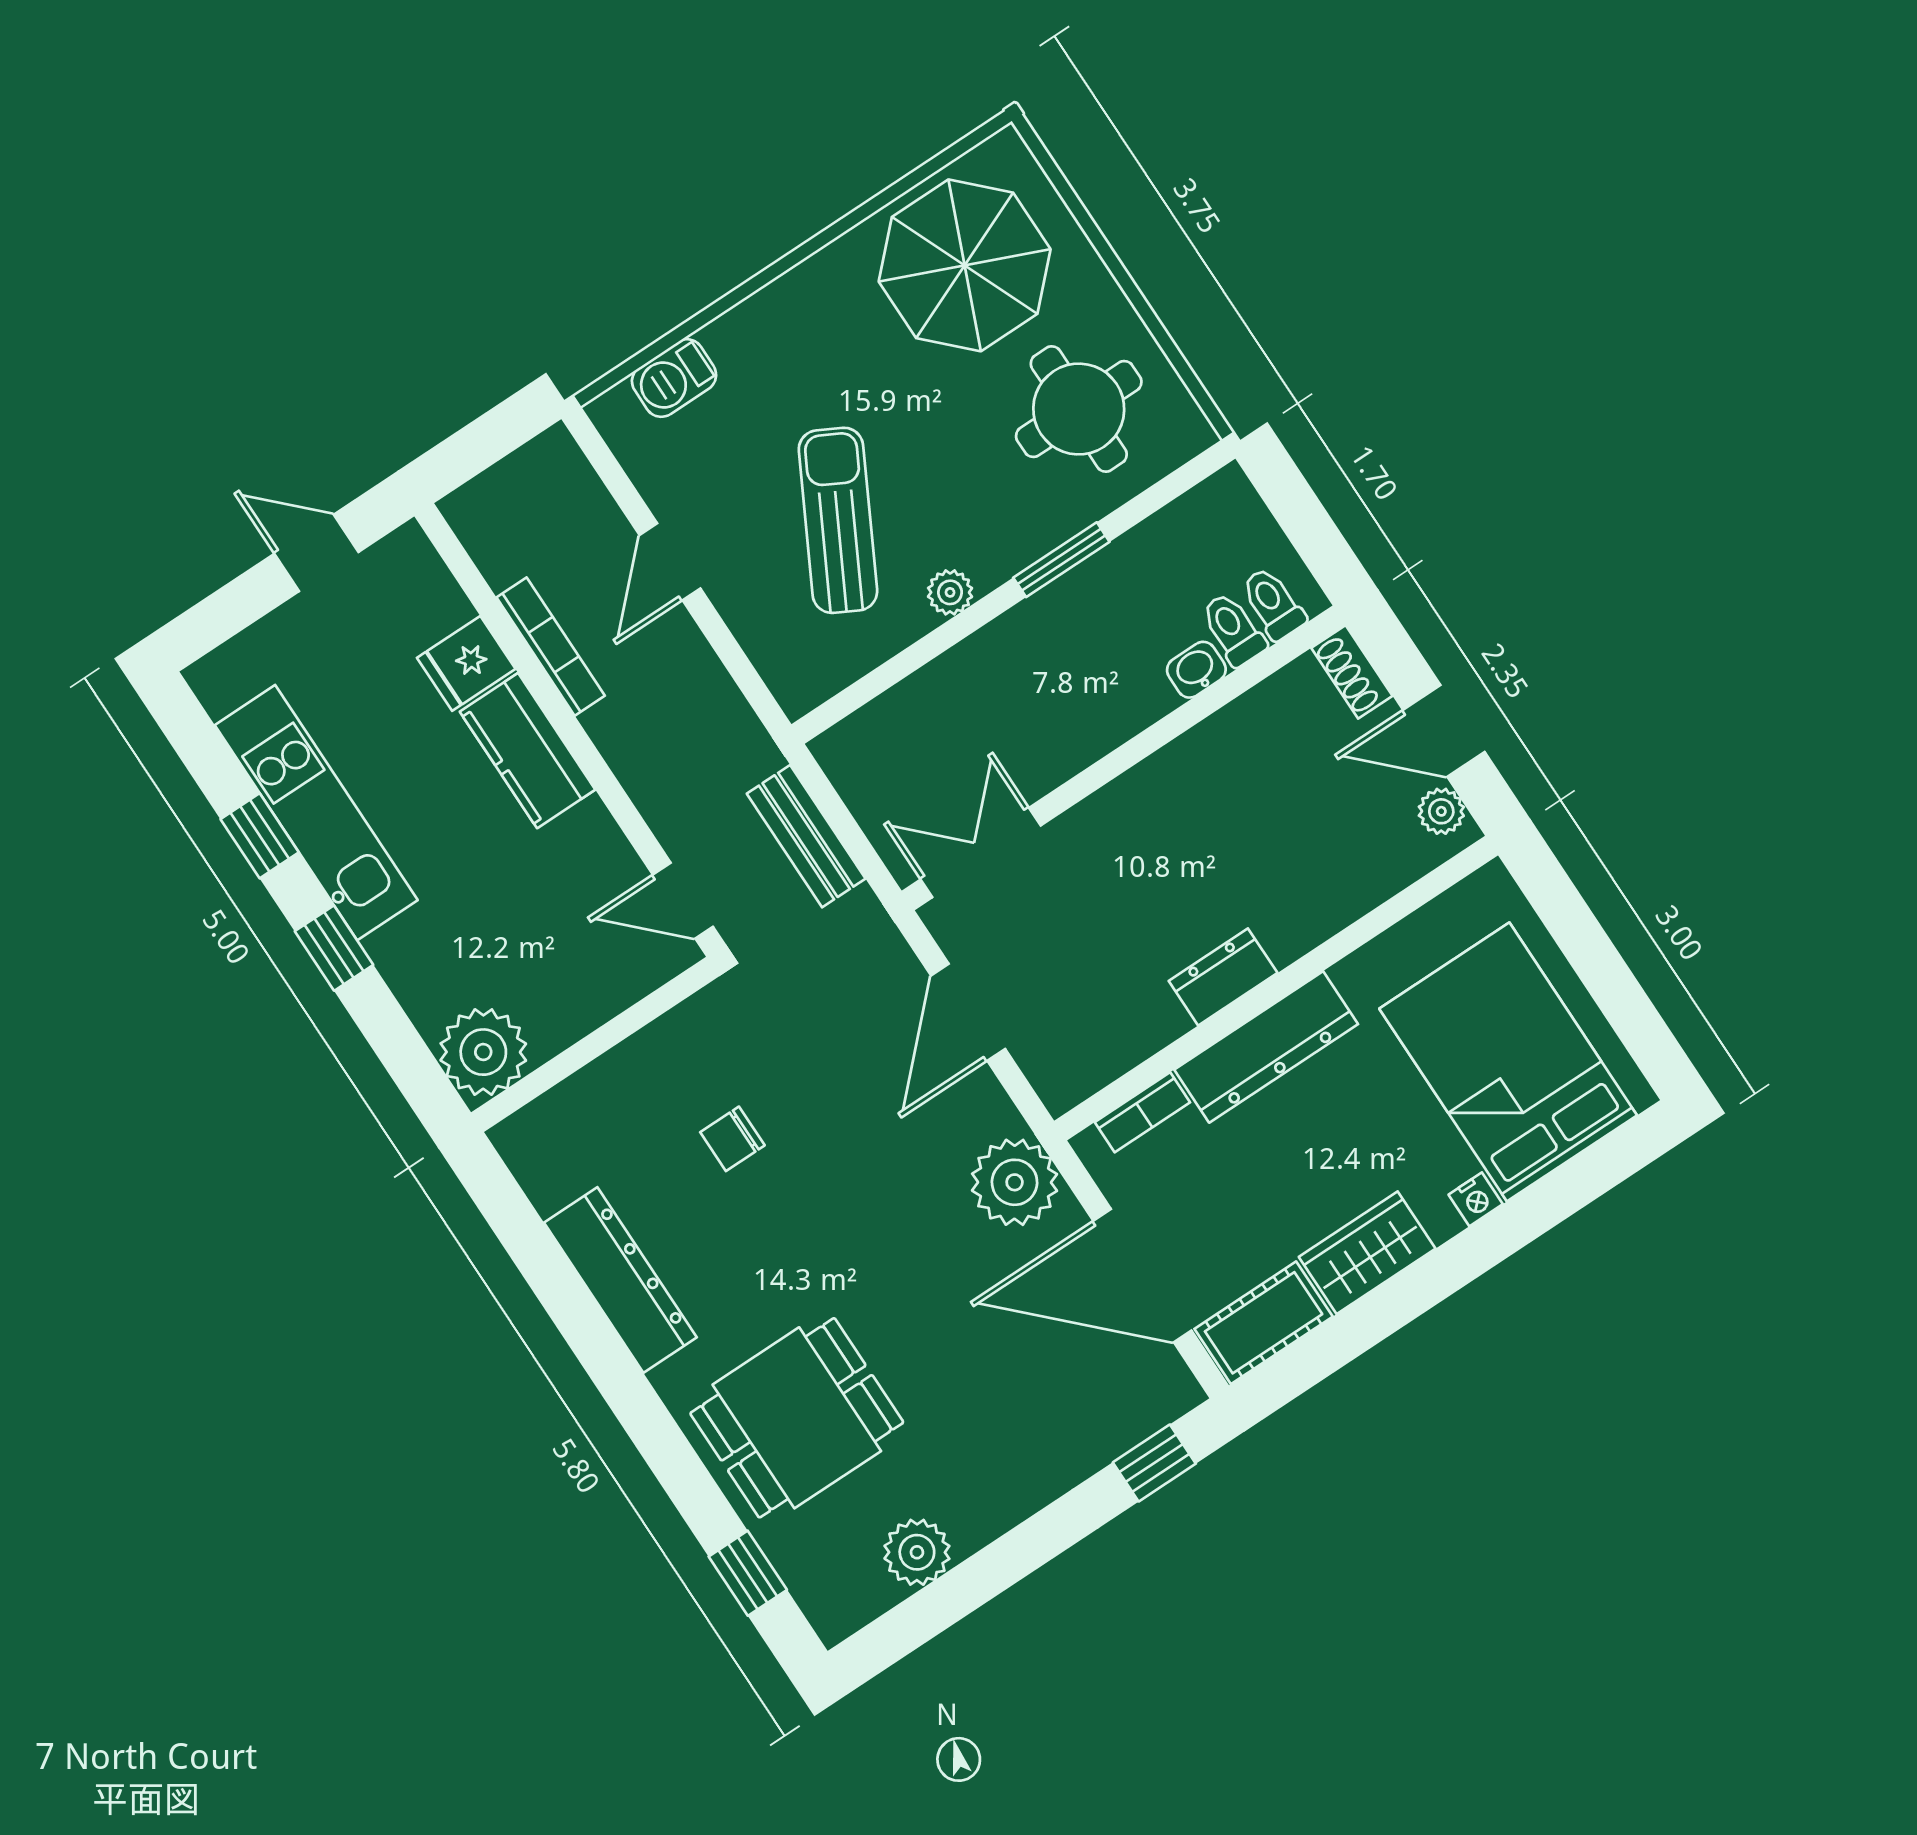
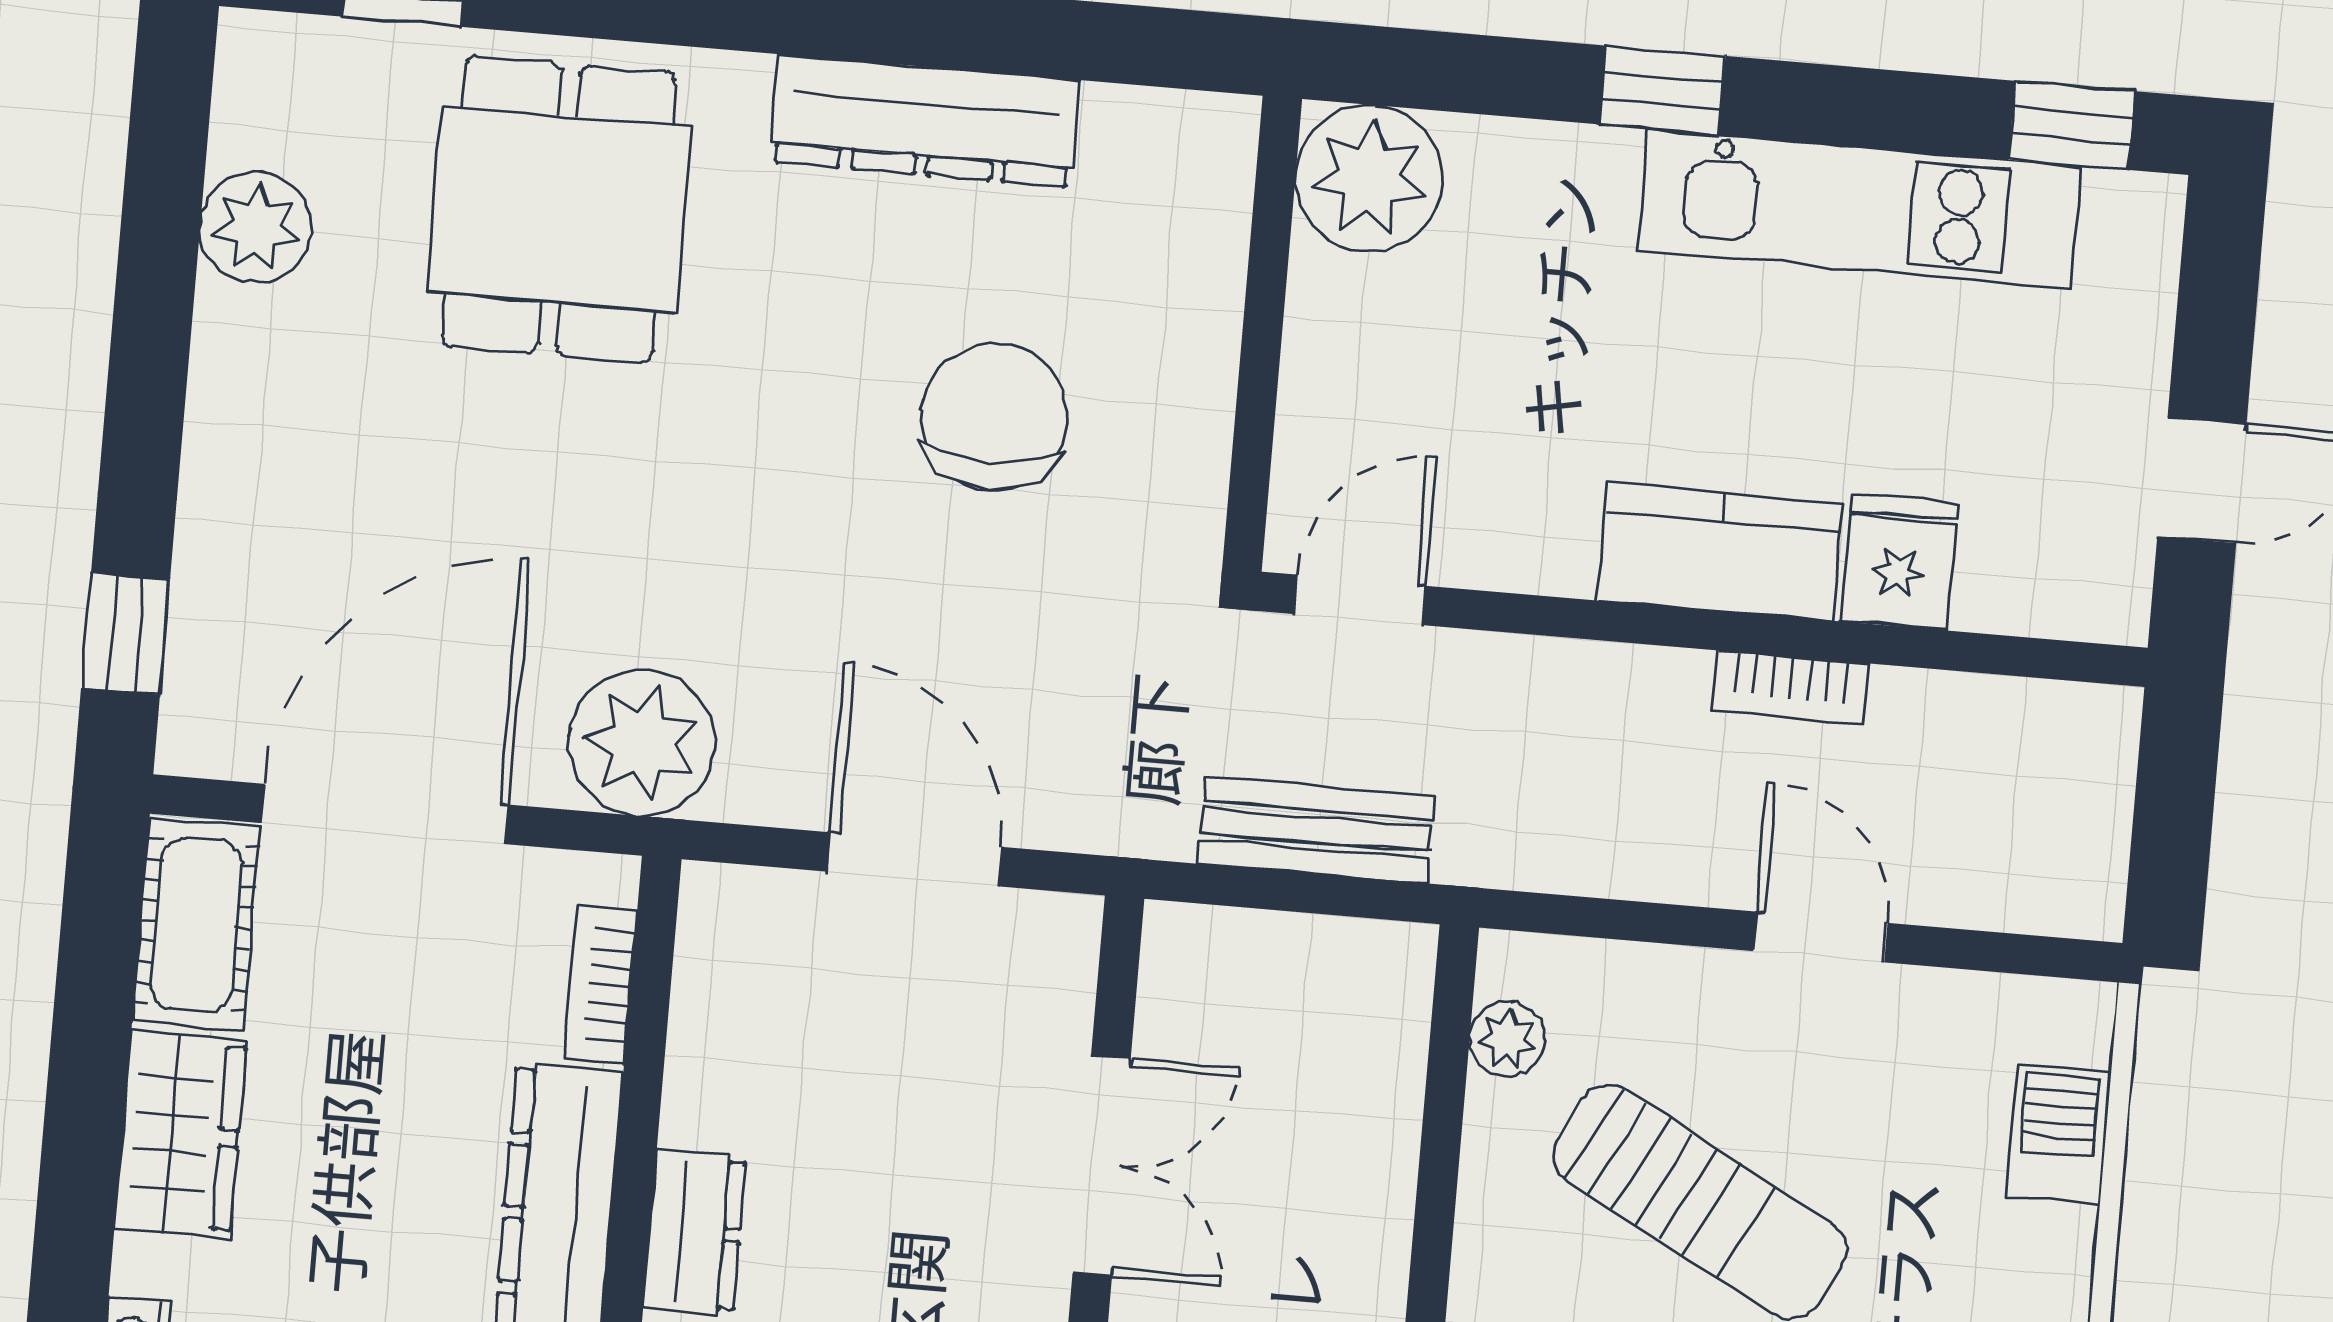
plant: (950, 592) -> (1507, 1039), moved
bookcase: (551, 647) -> (1790, 687), width x0.64
window: (260, 836) -> (2072, 125), moved
double door: (981, 853) -> (1102, 1166), moved
chair: (732, 1139) -> (994, 416), width x1.87, depth x1.87

